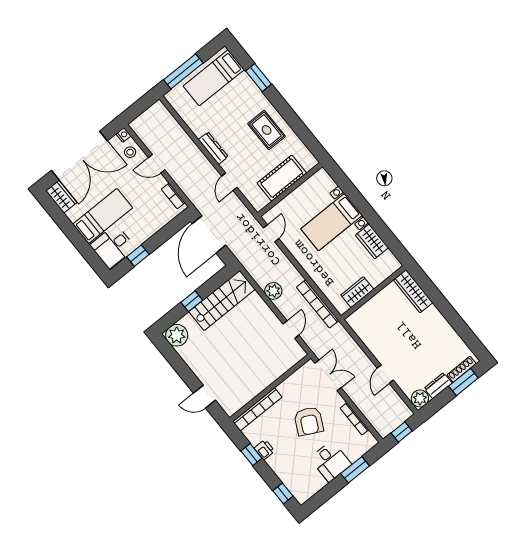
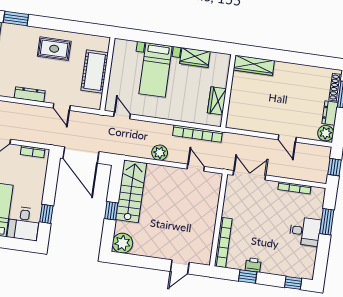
armchair: (309, 421) -> (265, 218), removed

